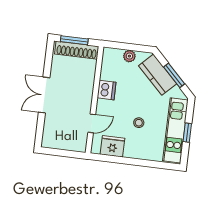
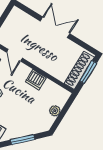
kitchen counter: (158, 75) -> (29, 127), removed

